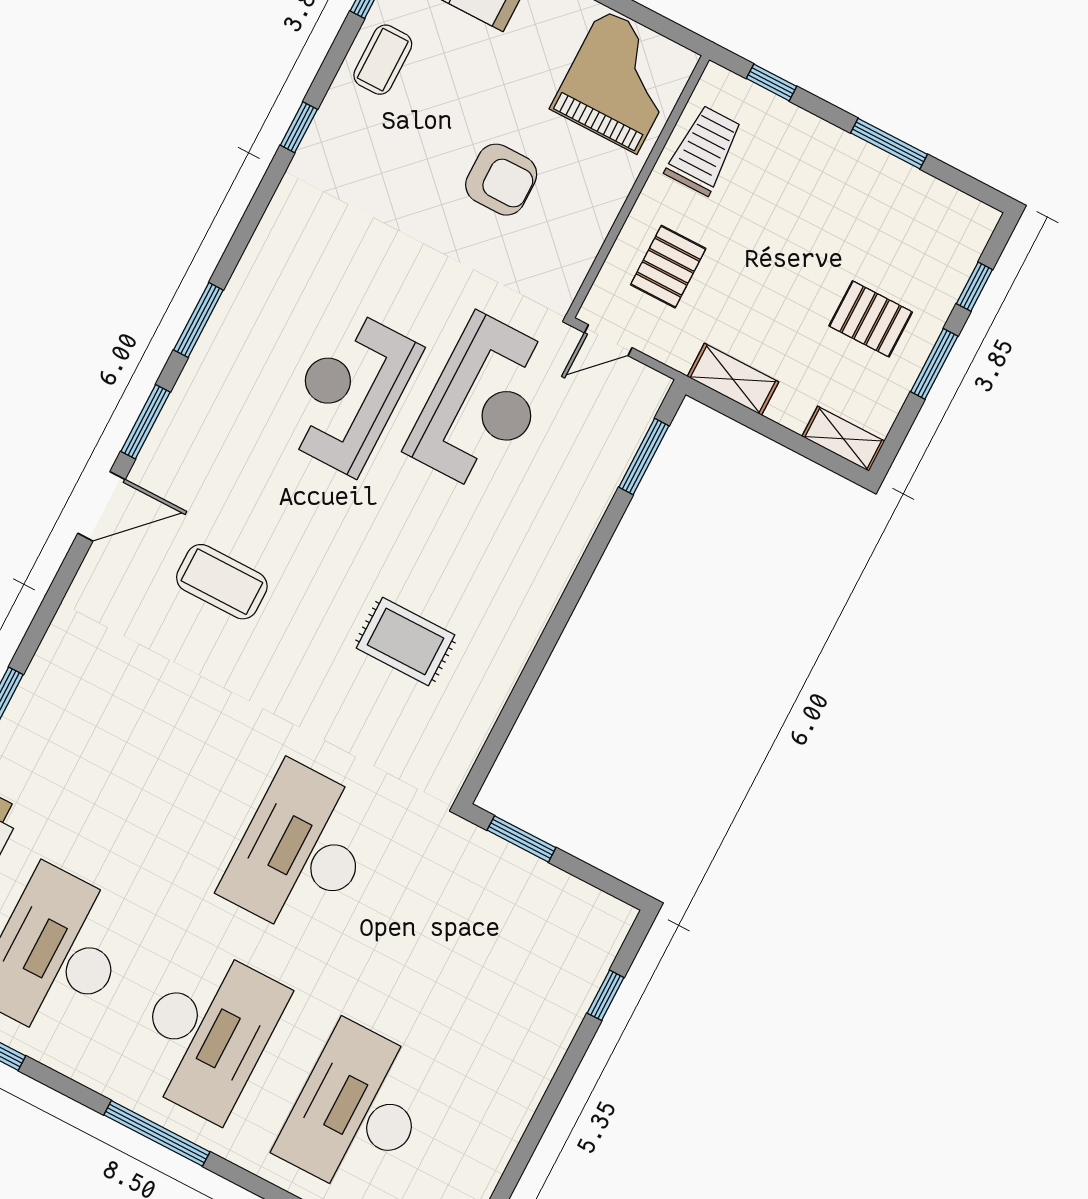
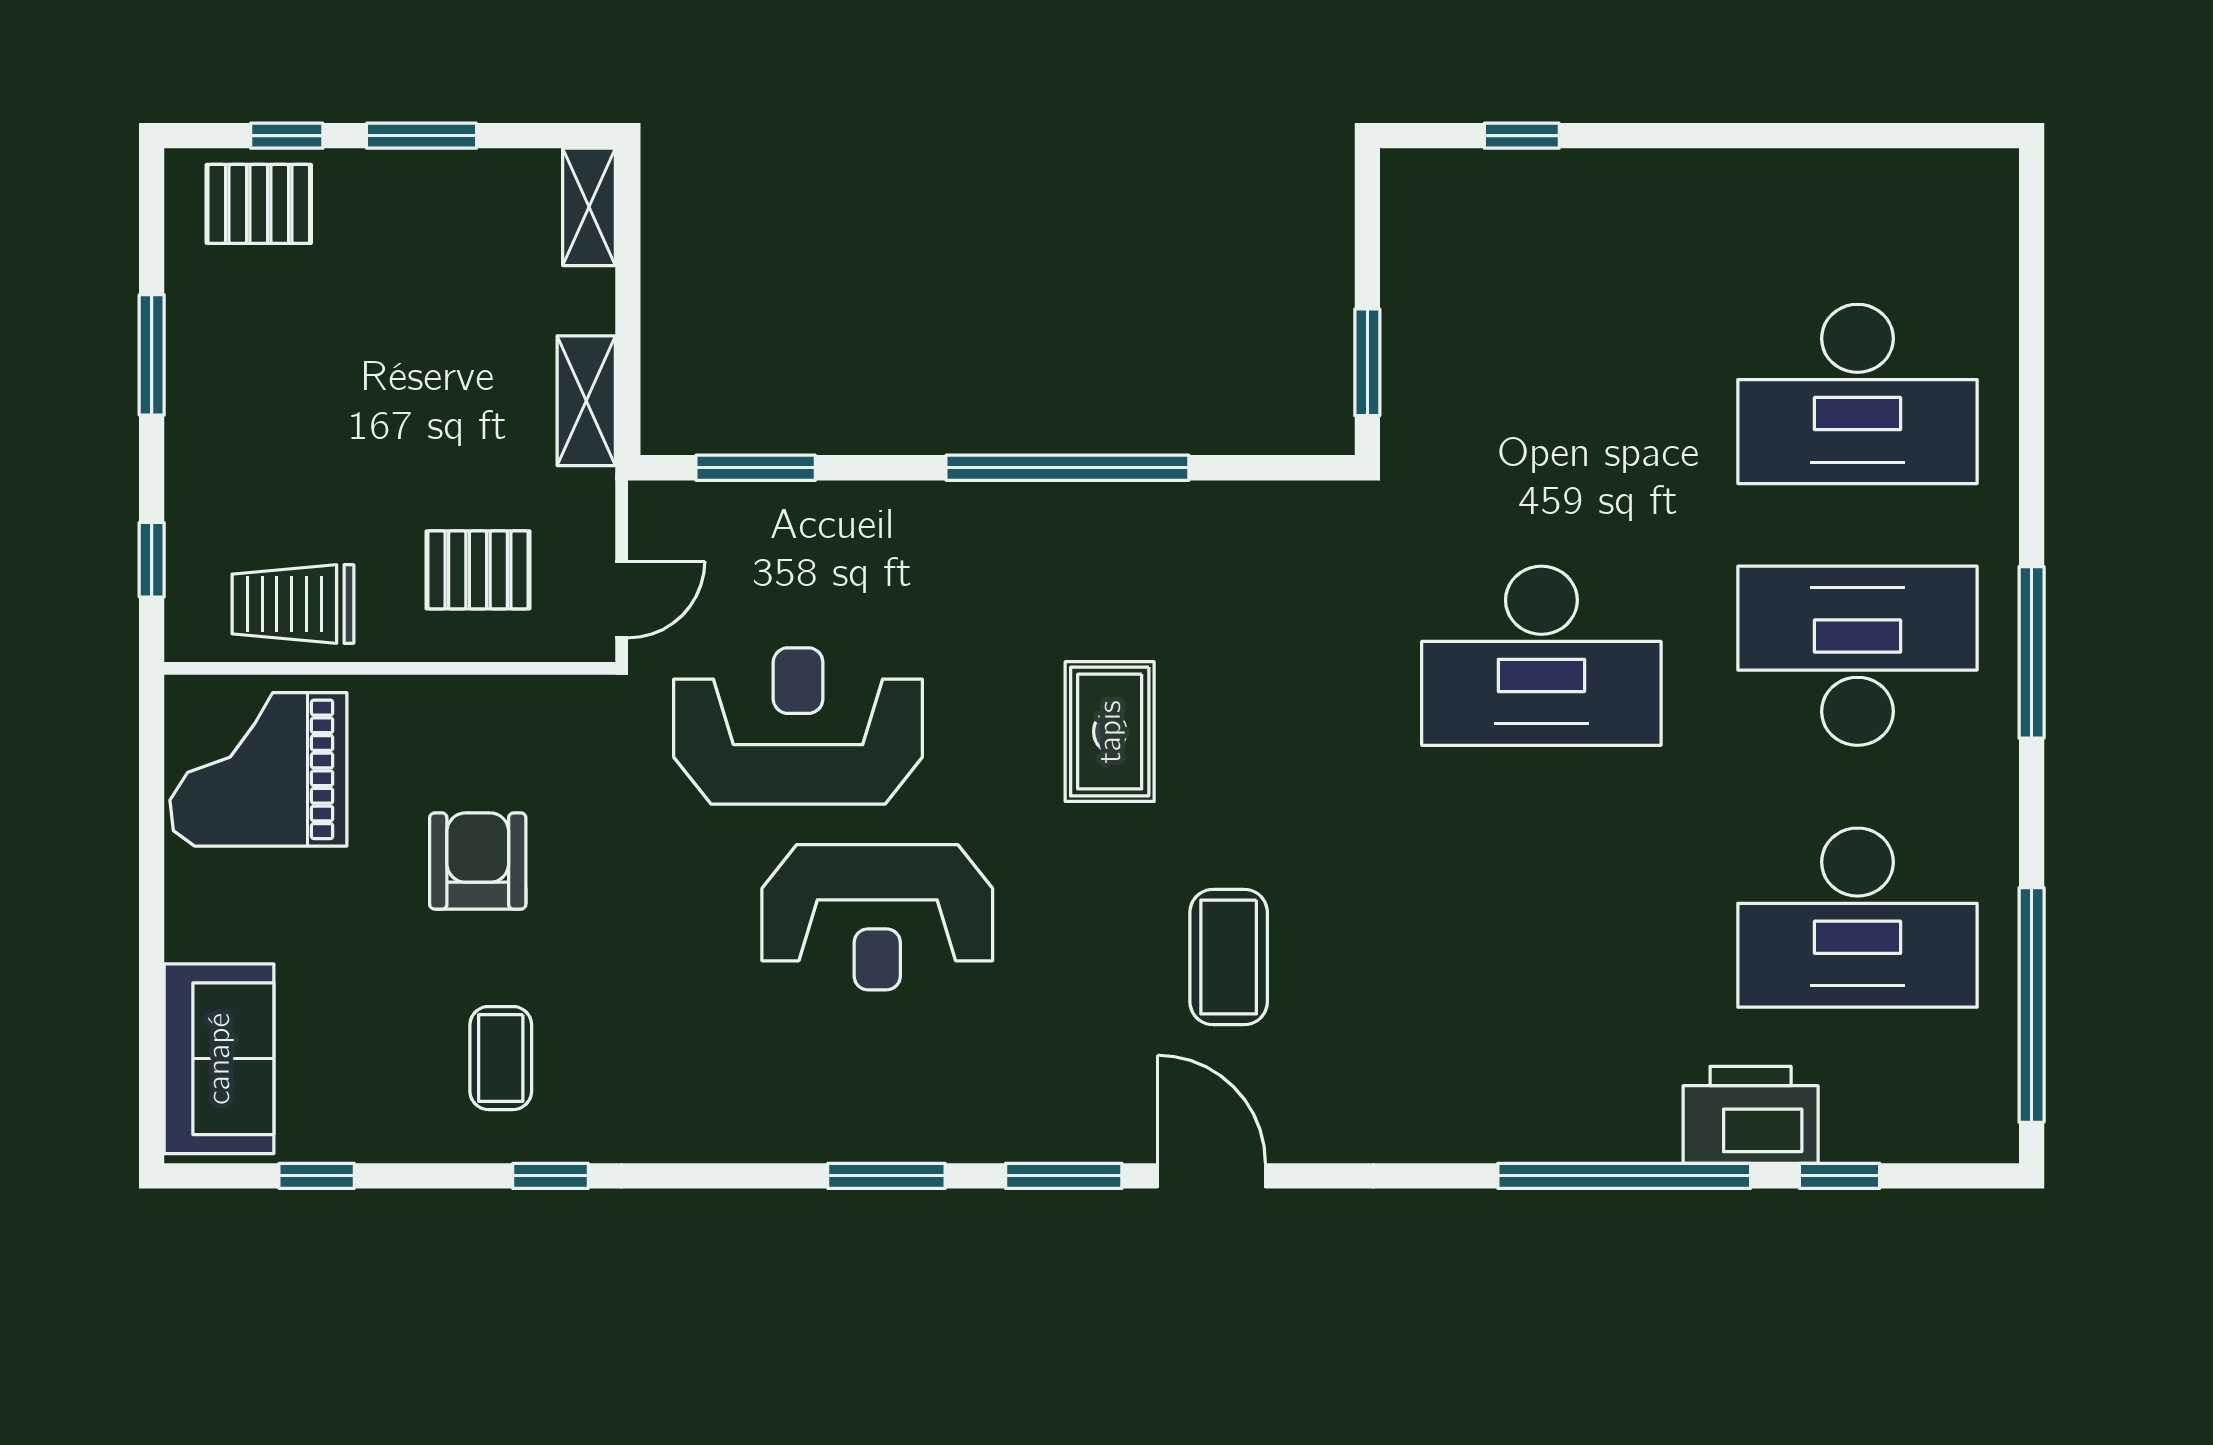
coffee table: (383, 60) -> (501, 1058), moved, turned 90
pallet: (871, 319) -> (259, 204), moved, turned 90
door: (608, 340) -> (622, 599), hinge flipped
window: (551, 635) -> (1067, 468), added
rug: (406, 641) -> (1110, 732), moved

